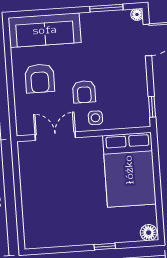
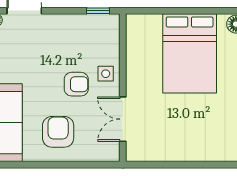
armchair: (40, 78) -> (58, 132), turned -90
bed: (129, 170) -> (190, 53), moved, turned 90

